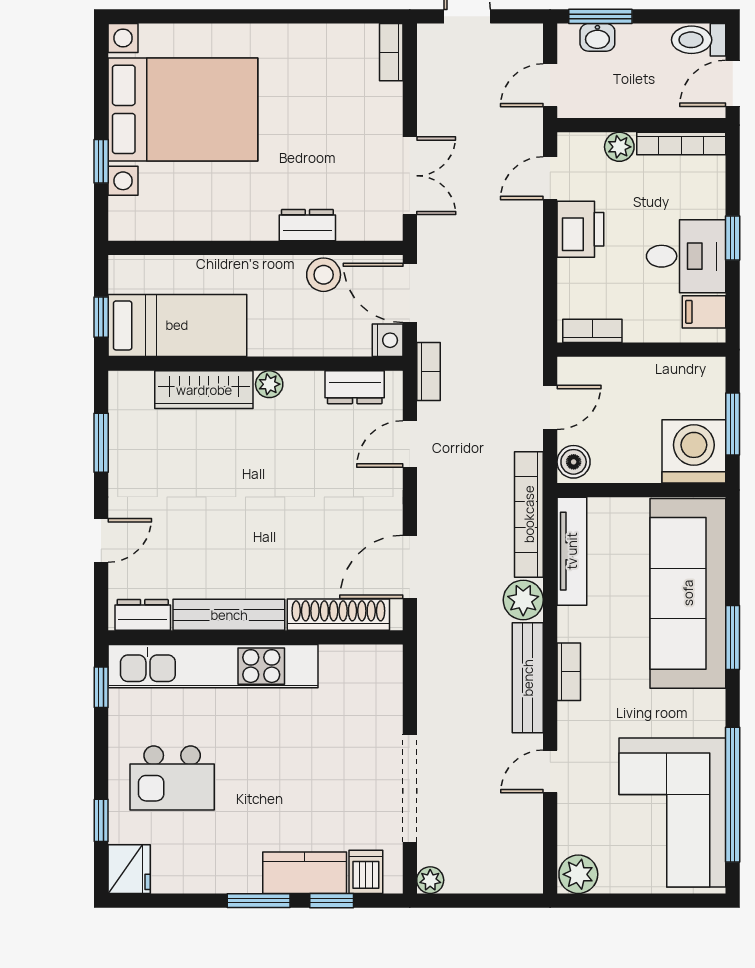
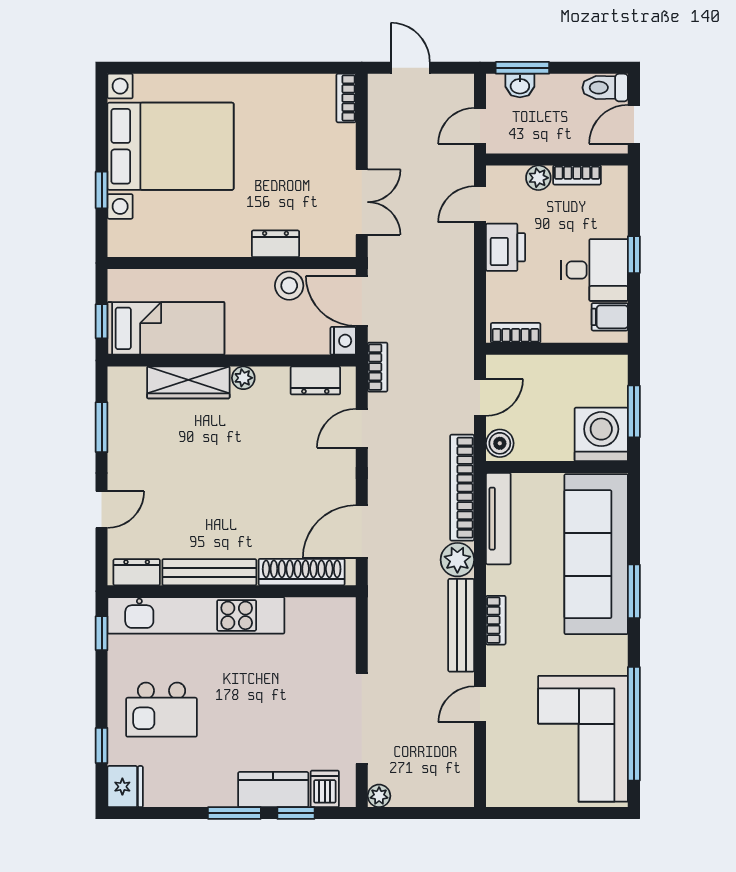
bookcase: (681, 144) -> (577, 175), width x0.64
plant: (578, 874) -> (504, 791), removed

